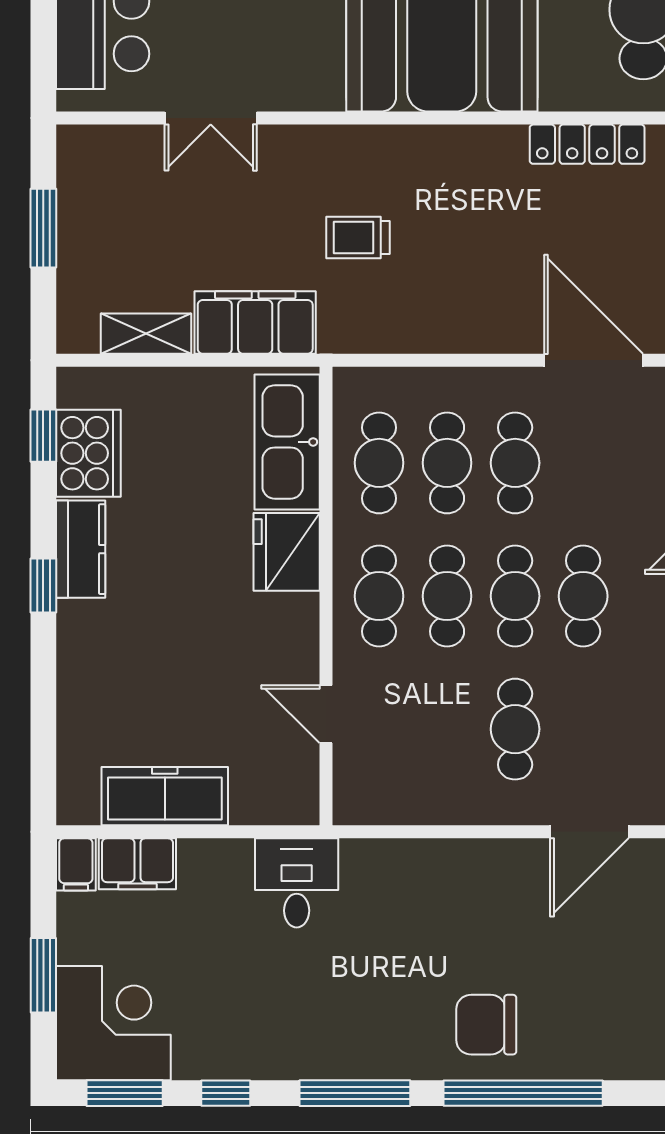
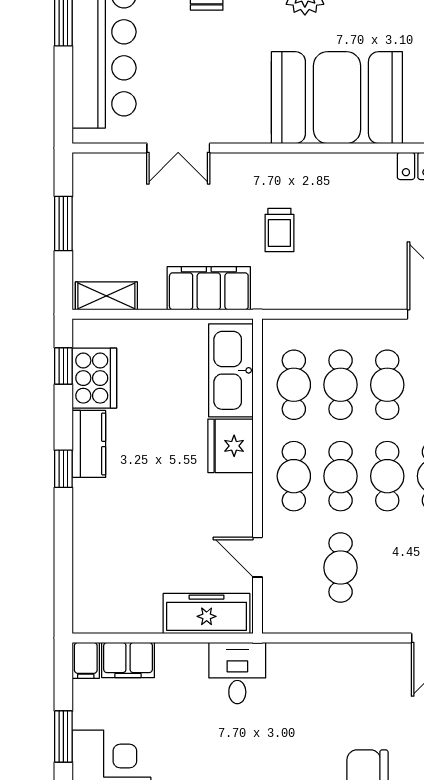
trolley: (358, 237) -> (279, 230), turned -90
shelving: (146, 334) -> (106, 296), moved
cafe table: (515, 729) -> (341, 568), moved
freezer: (165, 796) -> (207, 614), moved

